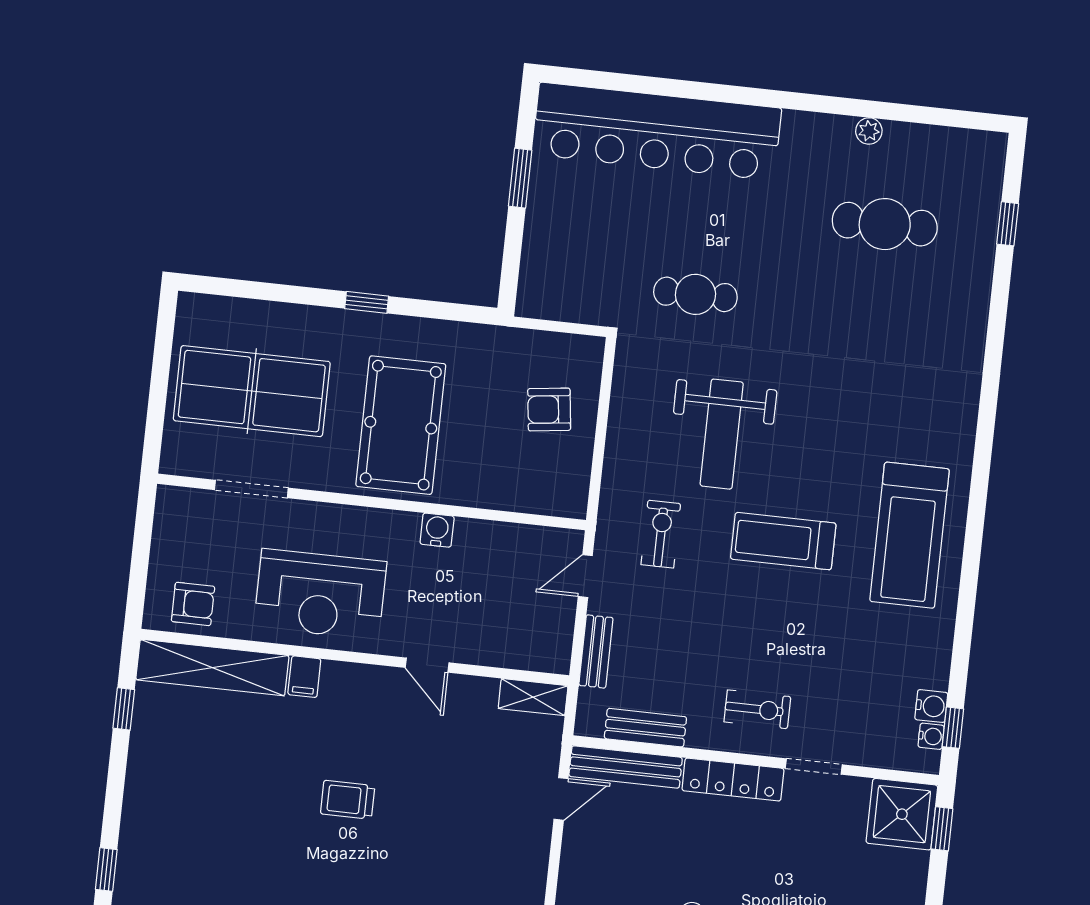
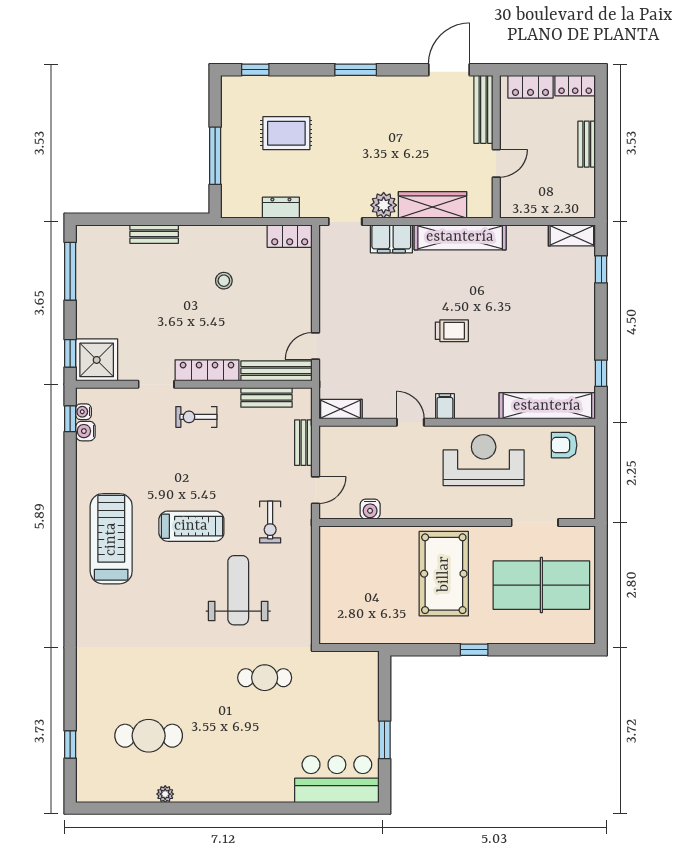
bar counter: (657, 131) -> (337, 779), width x0.54
armchair: (549, 409) -> (350, 594), removed
water cooler: (437, 530) -> (370, 509), moved
filing cabinet: (304, 677) -> (445, 406), moved

